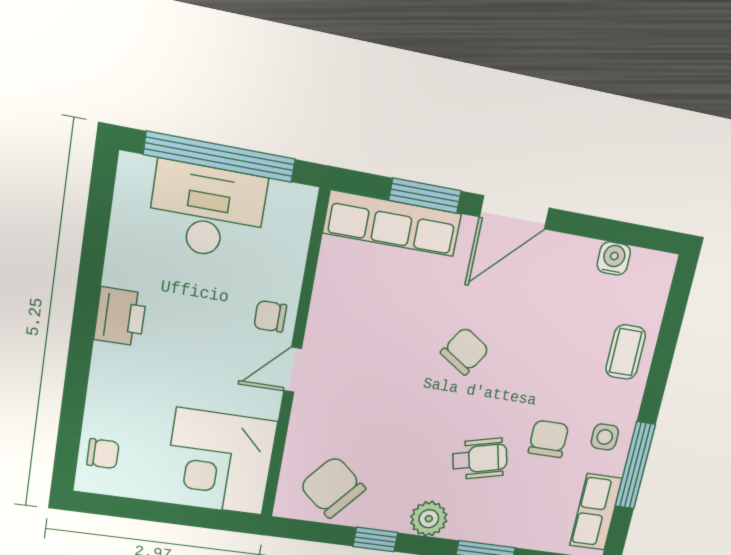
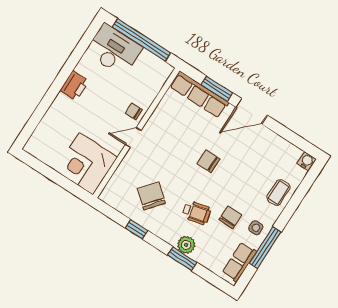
desk: (207, 211) -> (114, 50), moved
water cooler: (614, 258) -> (307, 161), moved
chair: (465, 351) -> (208, 161), turned -123
chair: (103, 454) -> (41, 139), removed
chair: (333, 487) -> (151, 196), moved
plant: (429, 519) -> (186, 245), moved

